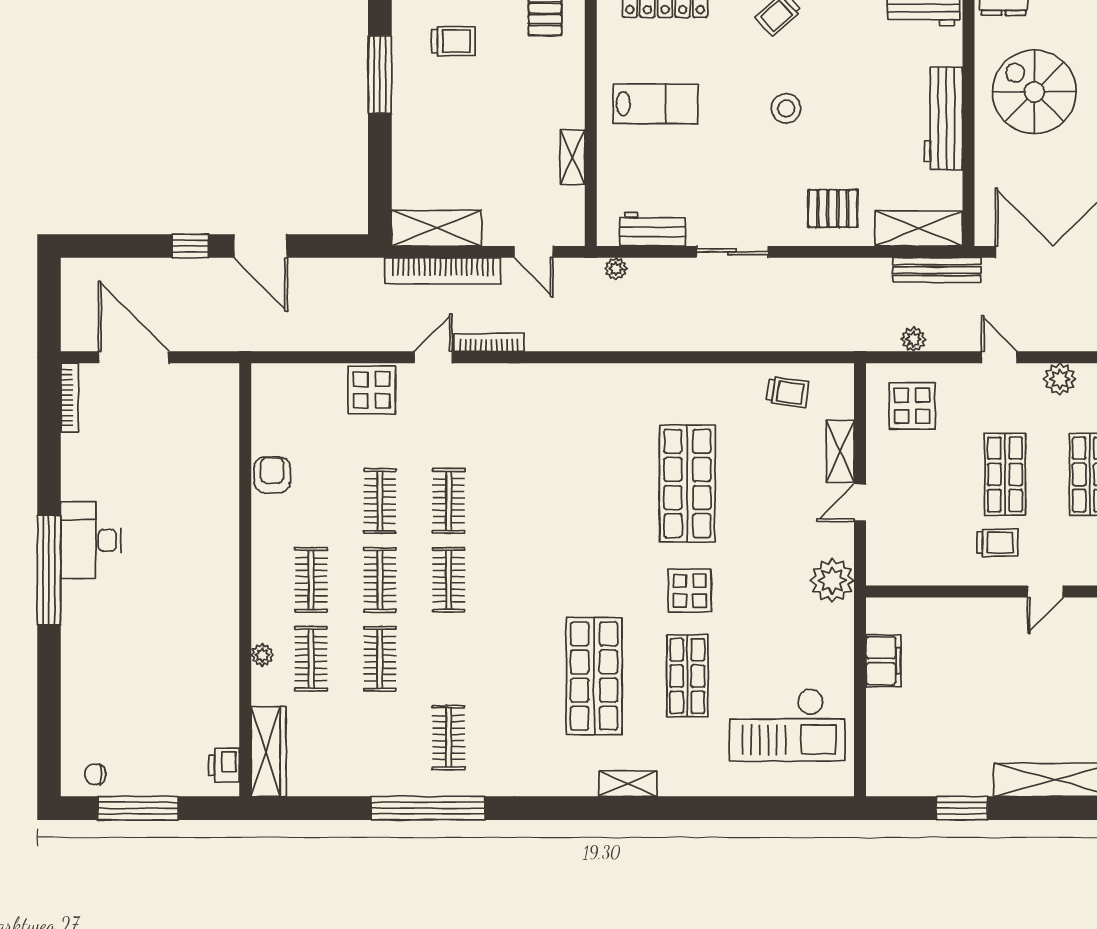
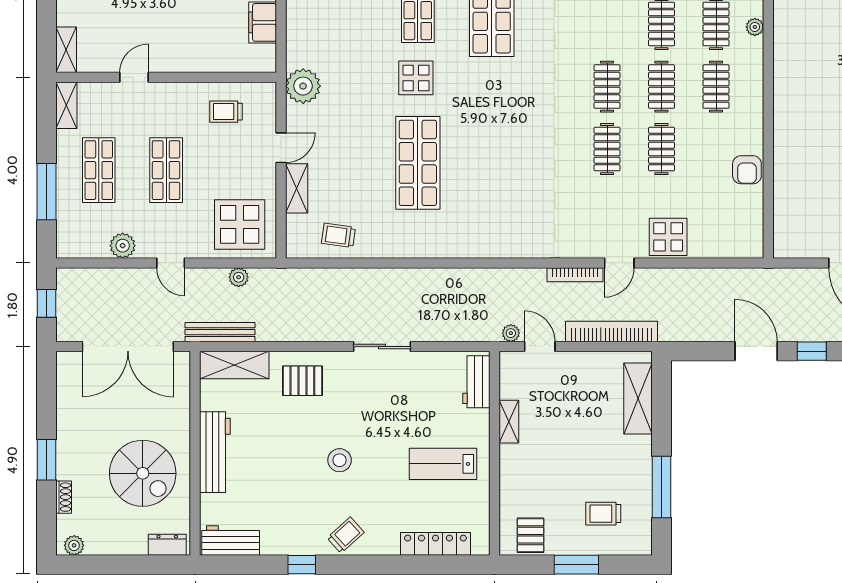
shelving: (436, 228) -> (638, 399), moved, turned 90
workbench: (652, 229) -> (476, 382), moved, turned 90
plant: (616, 269) -> (511, 333), moved
display table: (912, 406) -> (240, 224), width x1.36, depth x1.36
trolley: (997, 543) -> (226, 112), moved

